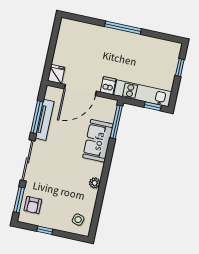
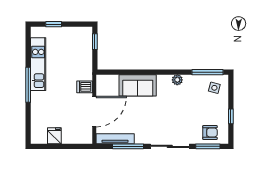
fridge: (56, 74) -> (54, 136), moved, turned 90
door: (80, 90) -> (94, 112), hinge flipped
kitchen unit: (143, 93) -> (38, 64), moved, turned 180
tv unit: (45, 120) -> (115, 139), moved
window: (116, 122) -> (207, 72), moved

